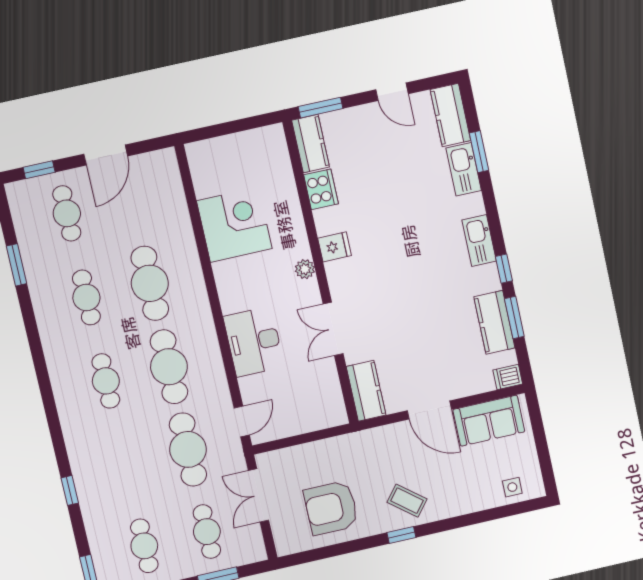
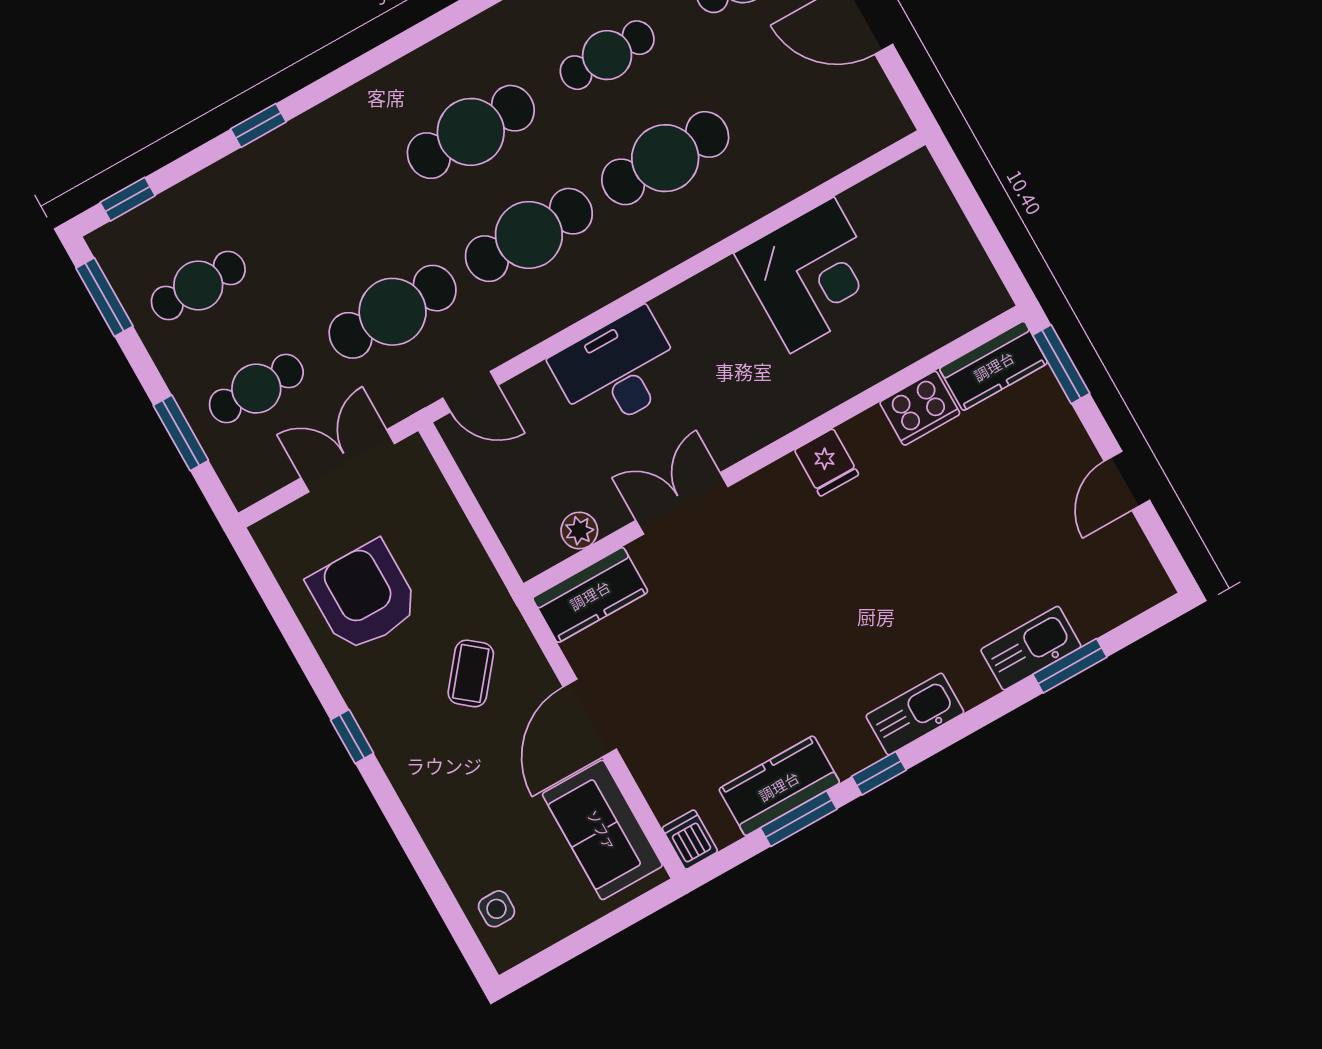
kitchen counter: (450, 115) -> (1118, 596), removed
plant: (305, 269) -> (579, 531), moved
cafe table: (106, 381) -> (471, 132), width x1.37, depth x1.35
coffee table: (407, 501) -> (471, 673), moved

